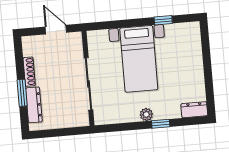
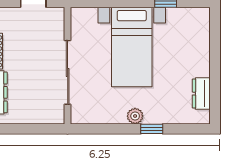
dresser: (194, 110) -> (201, 94), moved, turned -90

